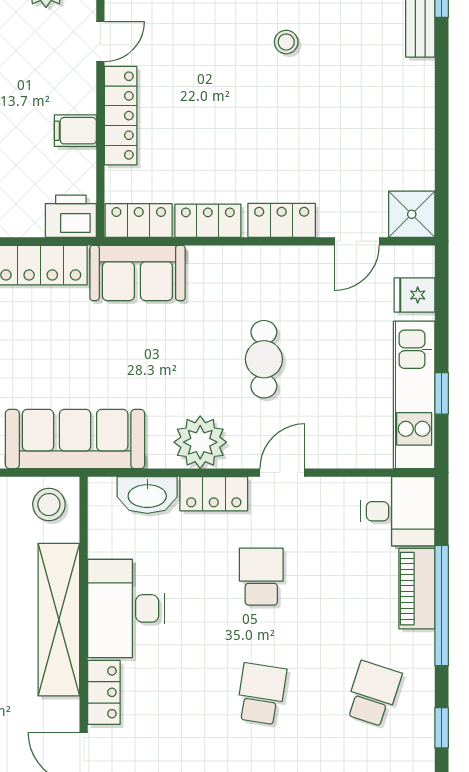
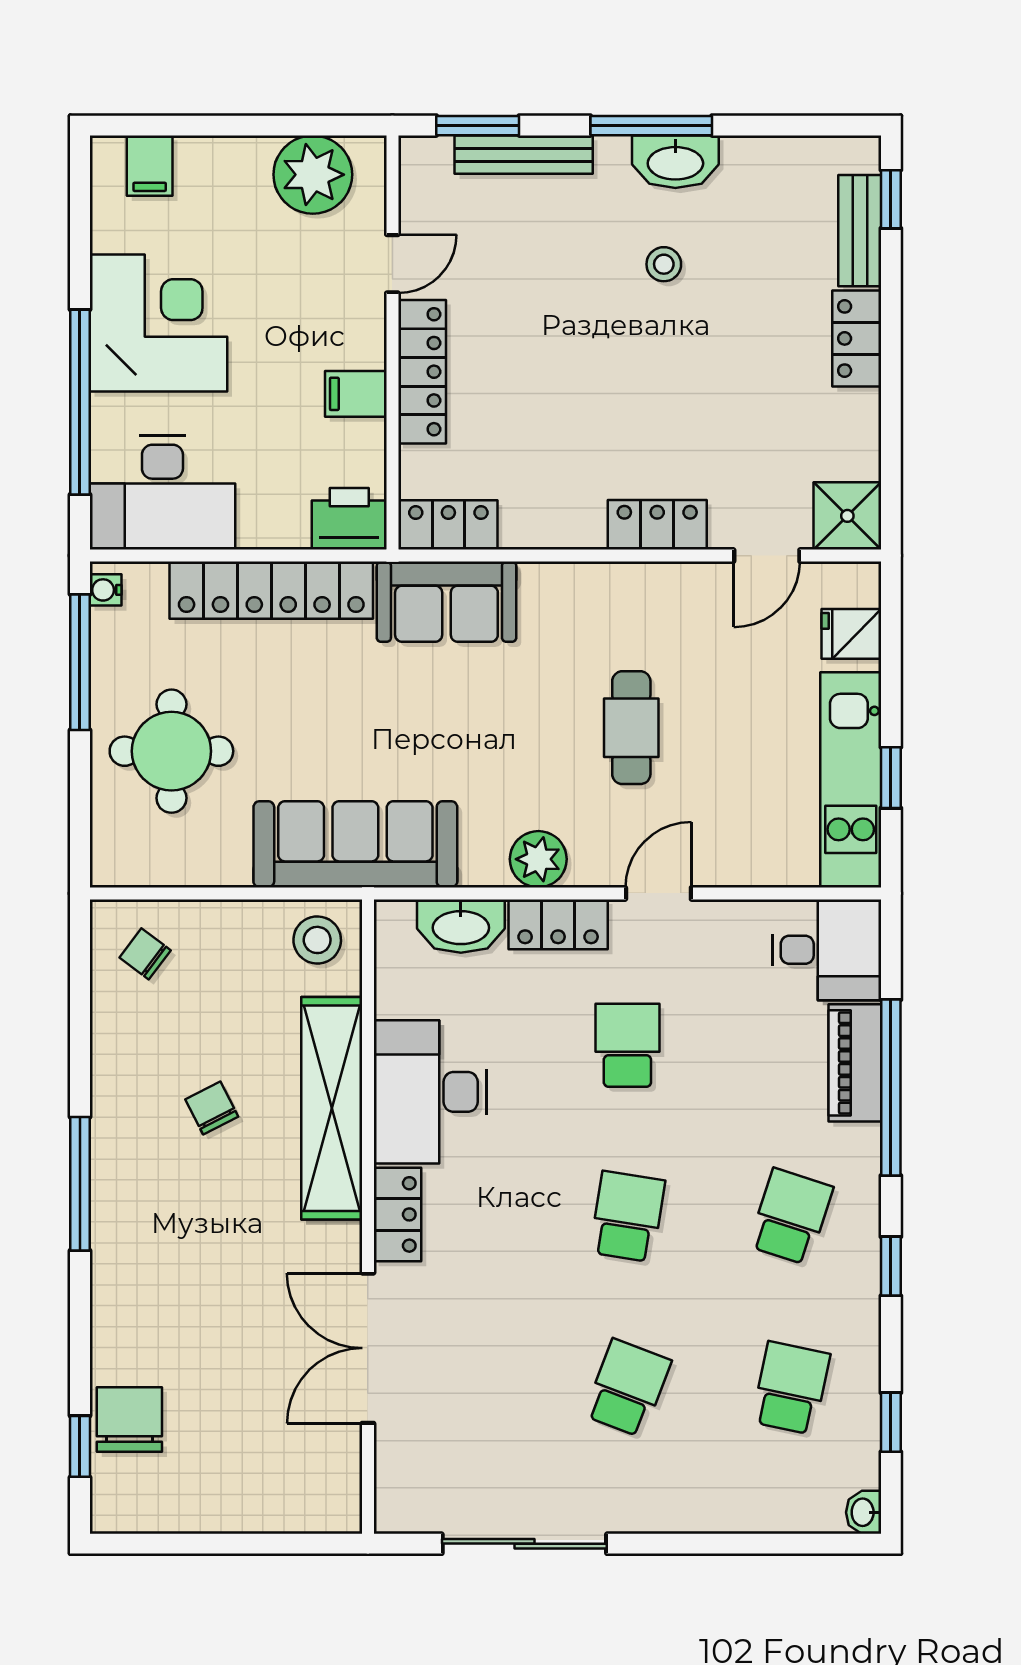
locker: (208, 221) -> (857, 338), moved, turned -90
plant: (200, 442) -> (538, 859), width x0.73, depth x0.73

